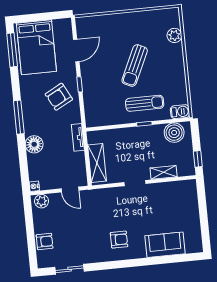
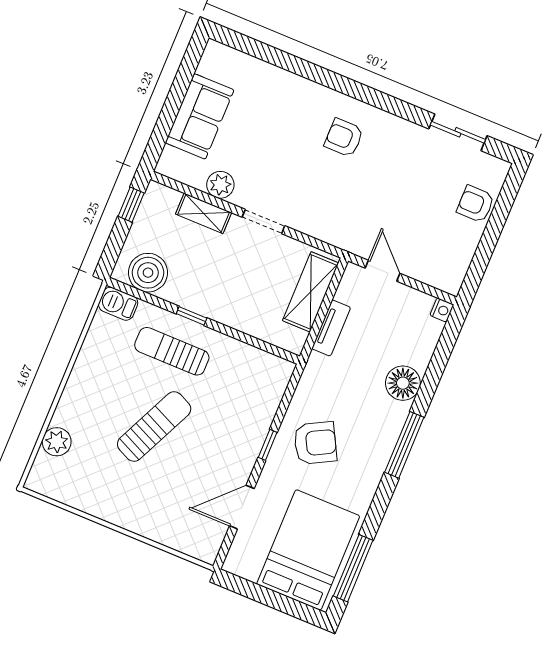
tv unit: (78, 137) -> (331, 328), moved
plant: (42, 201) -> (220, 185), moved
sofa: (165, 245) -> (200, 116), moved, turned -90

